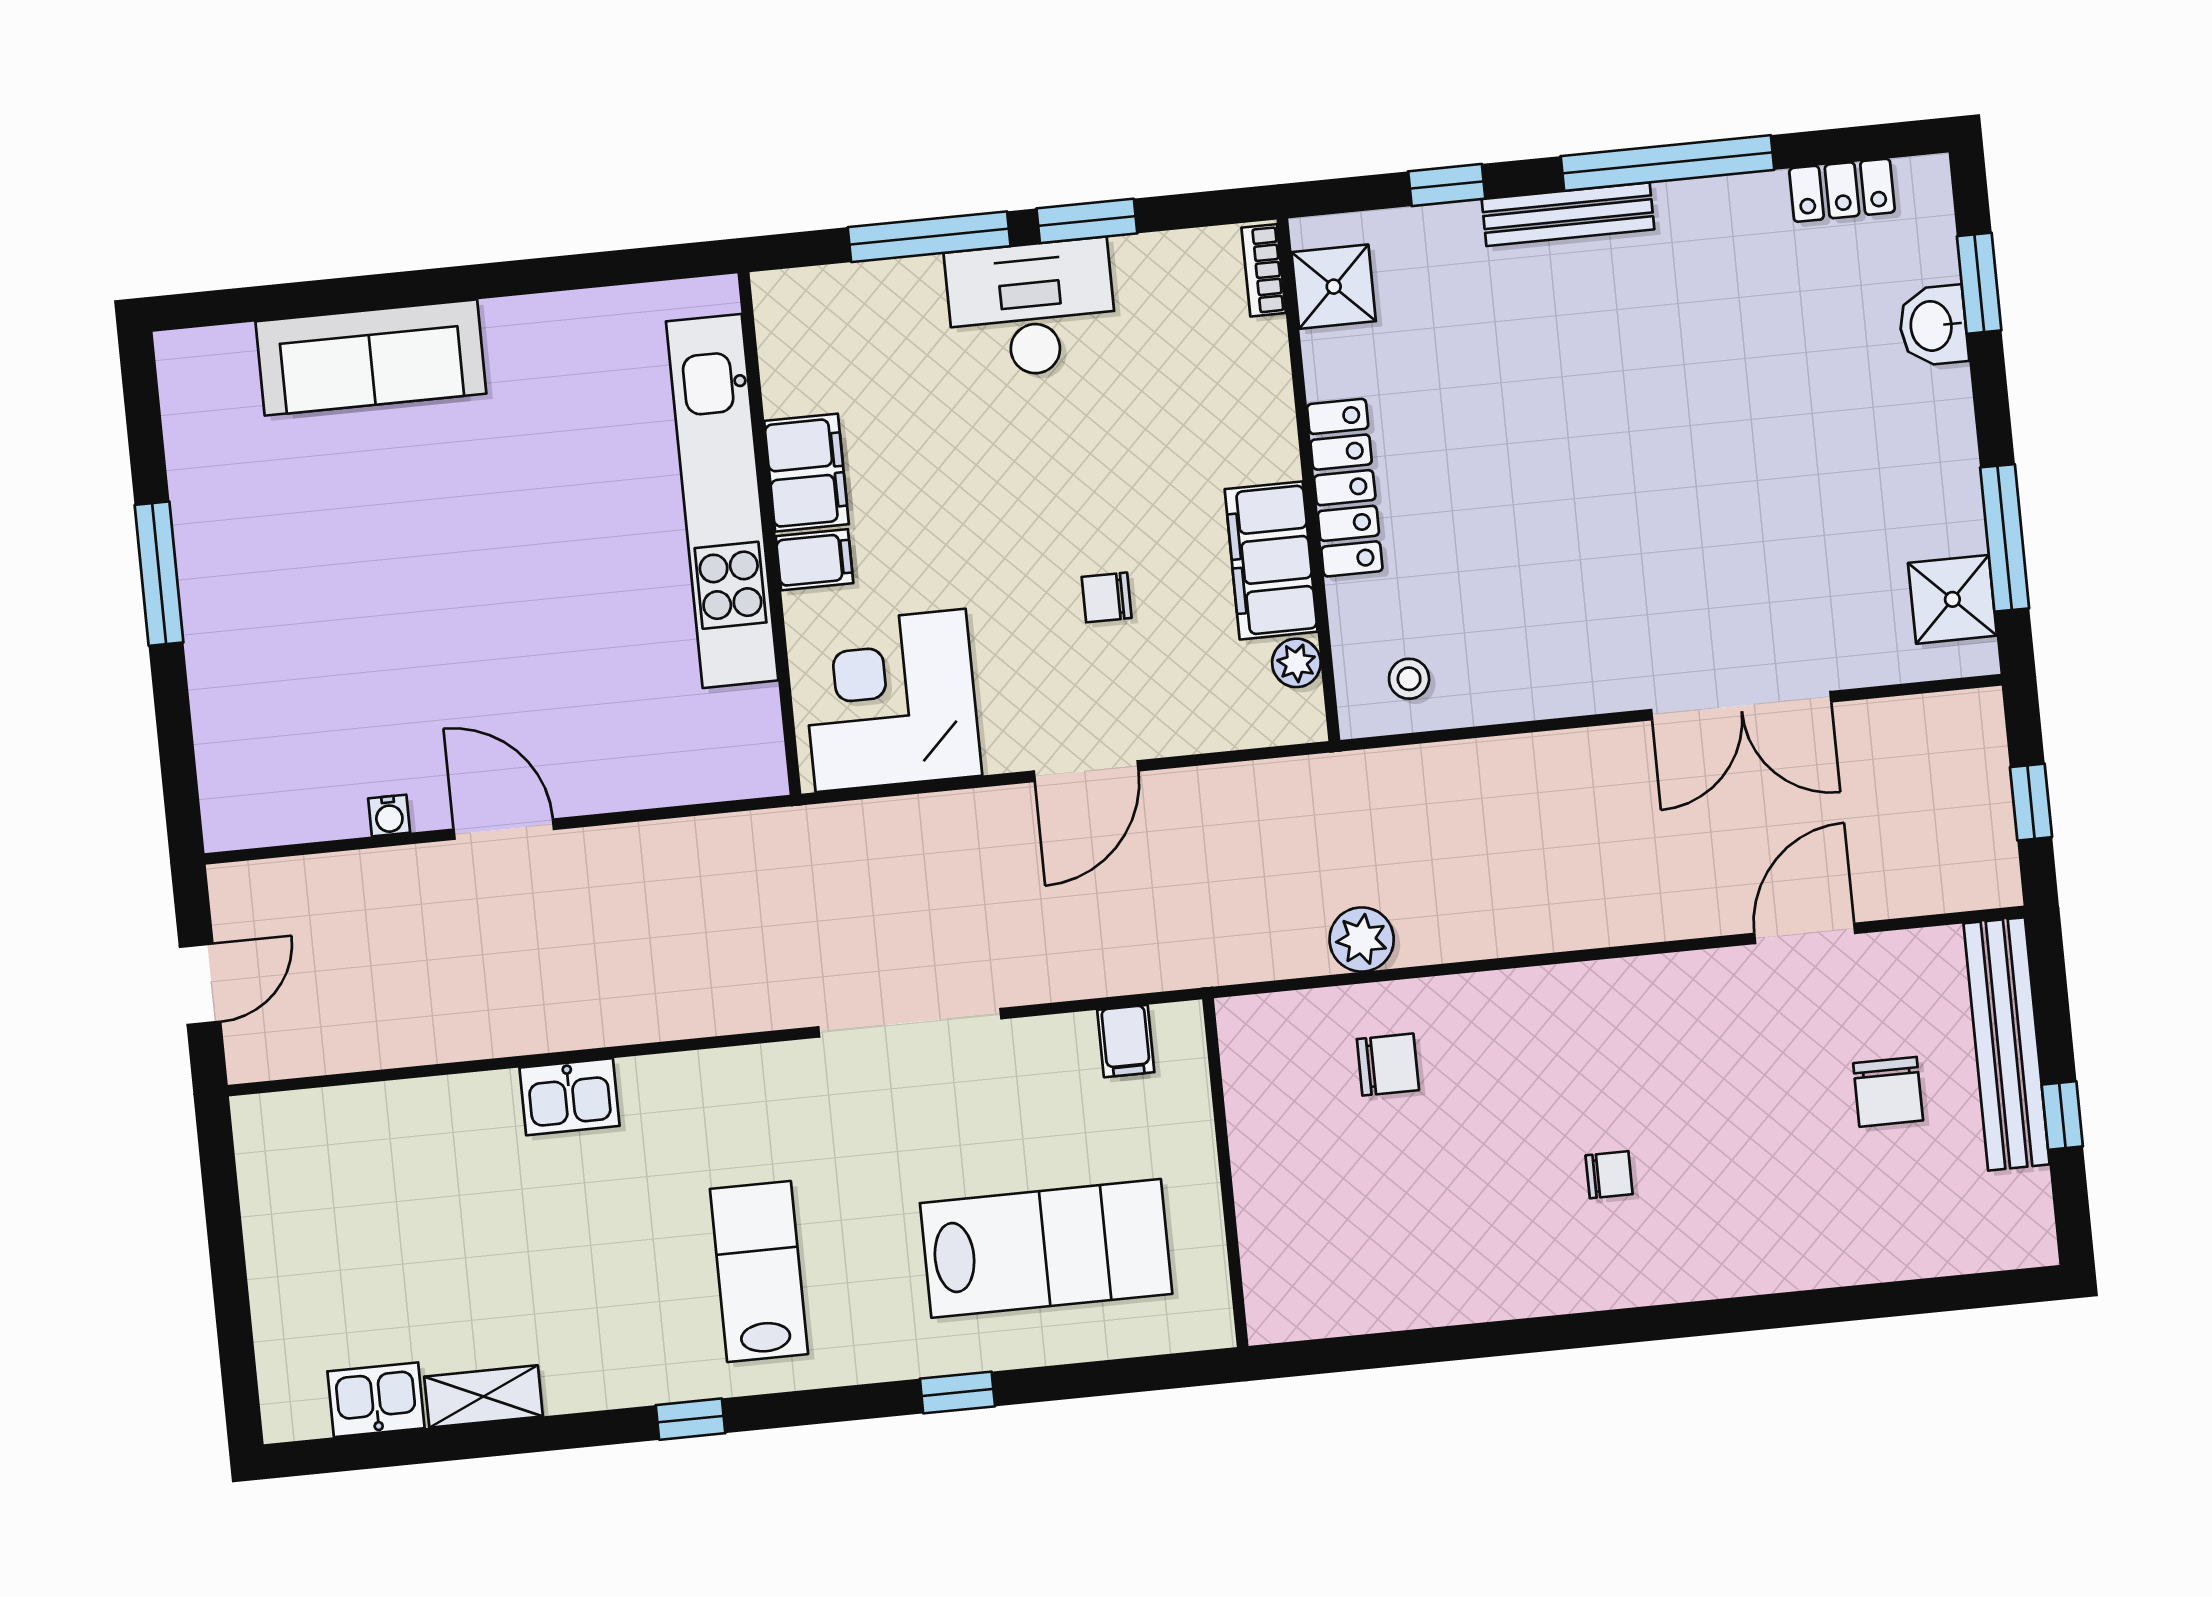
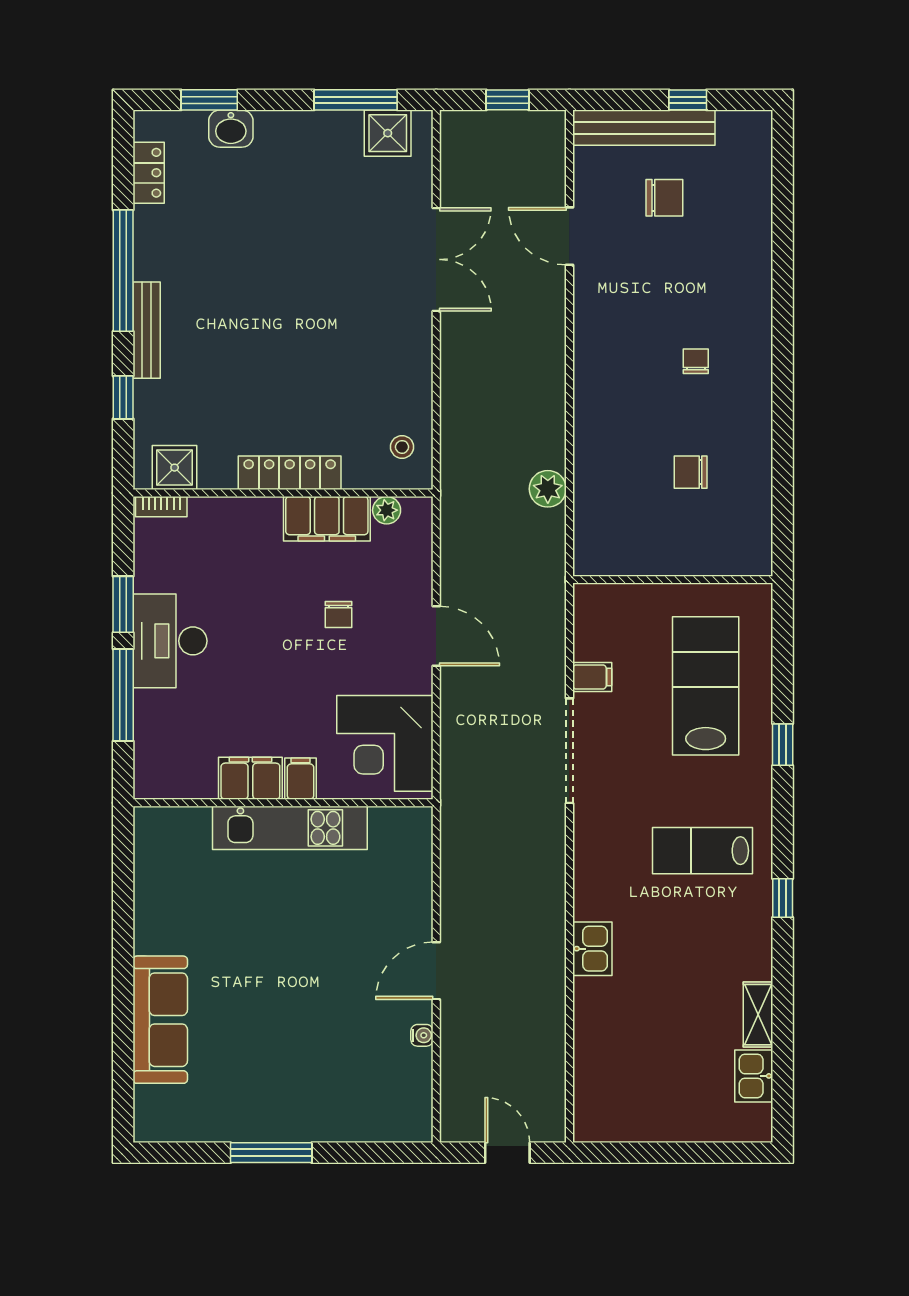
kitchen unit: (722, 501) -> (290, 828), width x0.73
filing cabinet: (1126, 1041) -> (592, 677), moved
chair: (1388, 1065) -> (691, 472), moved, turned -90

